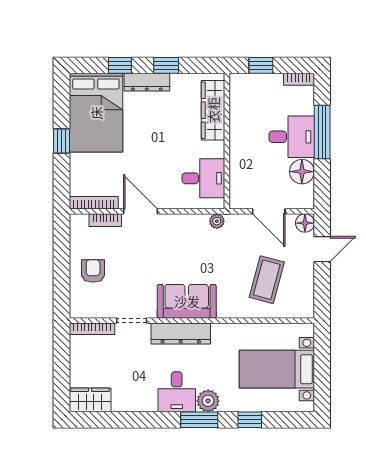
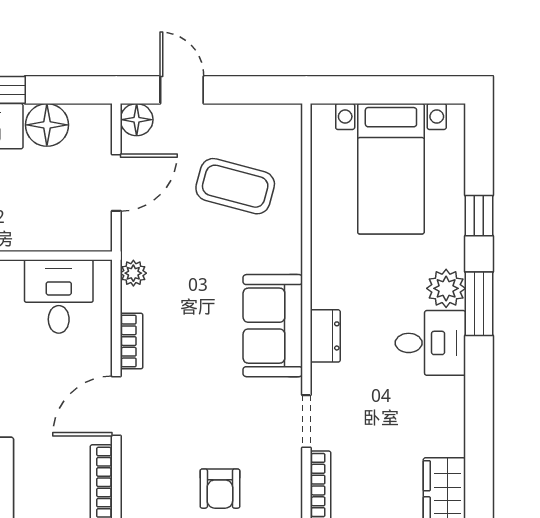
bookcase: (105, 220) -> (131, 341), moved
armchair: (93, 271) -> (220, 489), turned -90
dresser: (181, 334) -> (325, 336), width x0.51, depth x0.80

